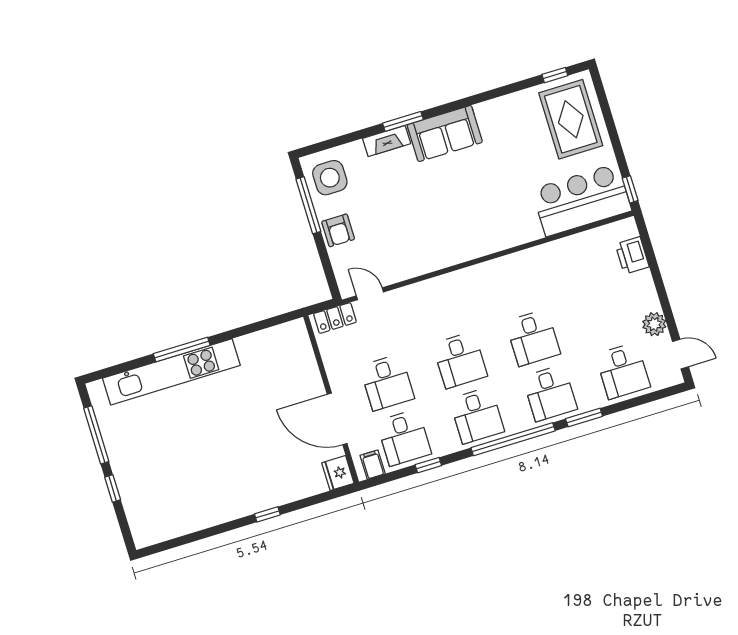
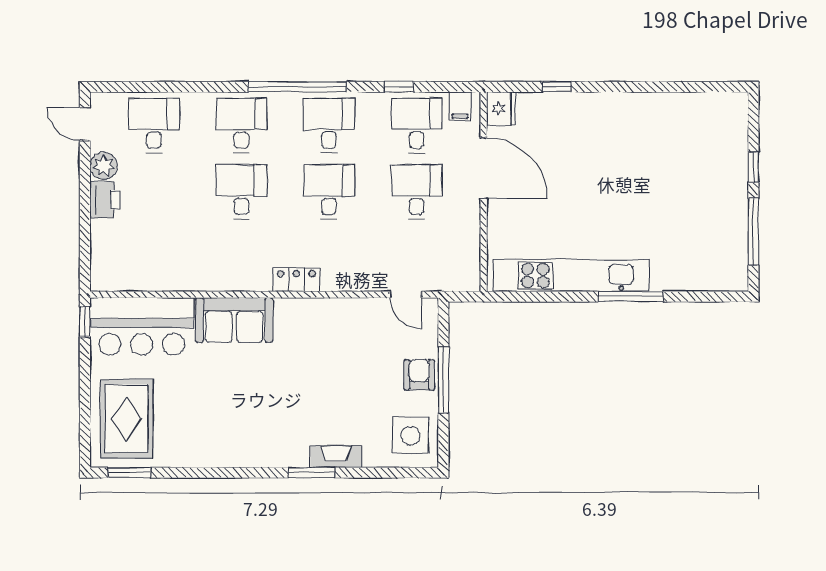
window: (555, 75) -> (129, 473), width x1.50
sofa: (445, 134) -> (234, 320), moved, turned 180
window: (308, 205) -> (443, 380), moved
printer: (632, 256) -> (105, 200), moved
locker: (335, 318) -> (296, 280), moved
kitchen unit: (171, 372) -> (571, 276), moved
window: (584, 418) -> (212, 87), removed
window: (267, 514) -> (557, 87), moved

